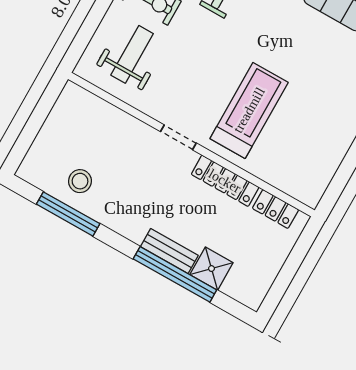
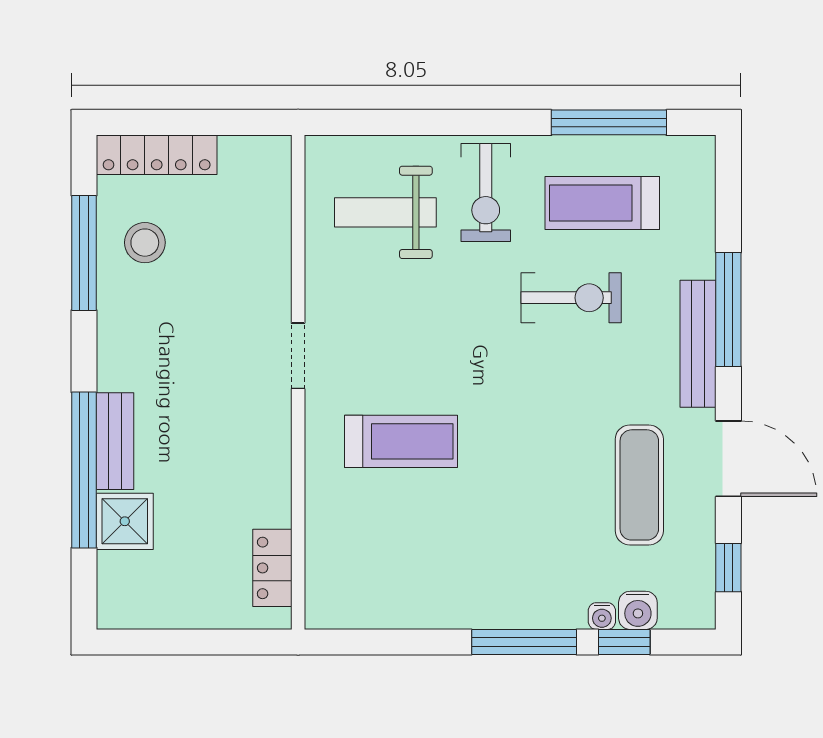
weight bench: (132, 54) -> (385, 212), turned 180
treadmill: (249, 110) -> (401, 441), width x0.73, depth x0.73
locker: (225, 181) -> (157, 155), moved, turned -90

